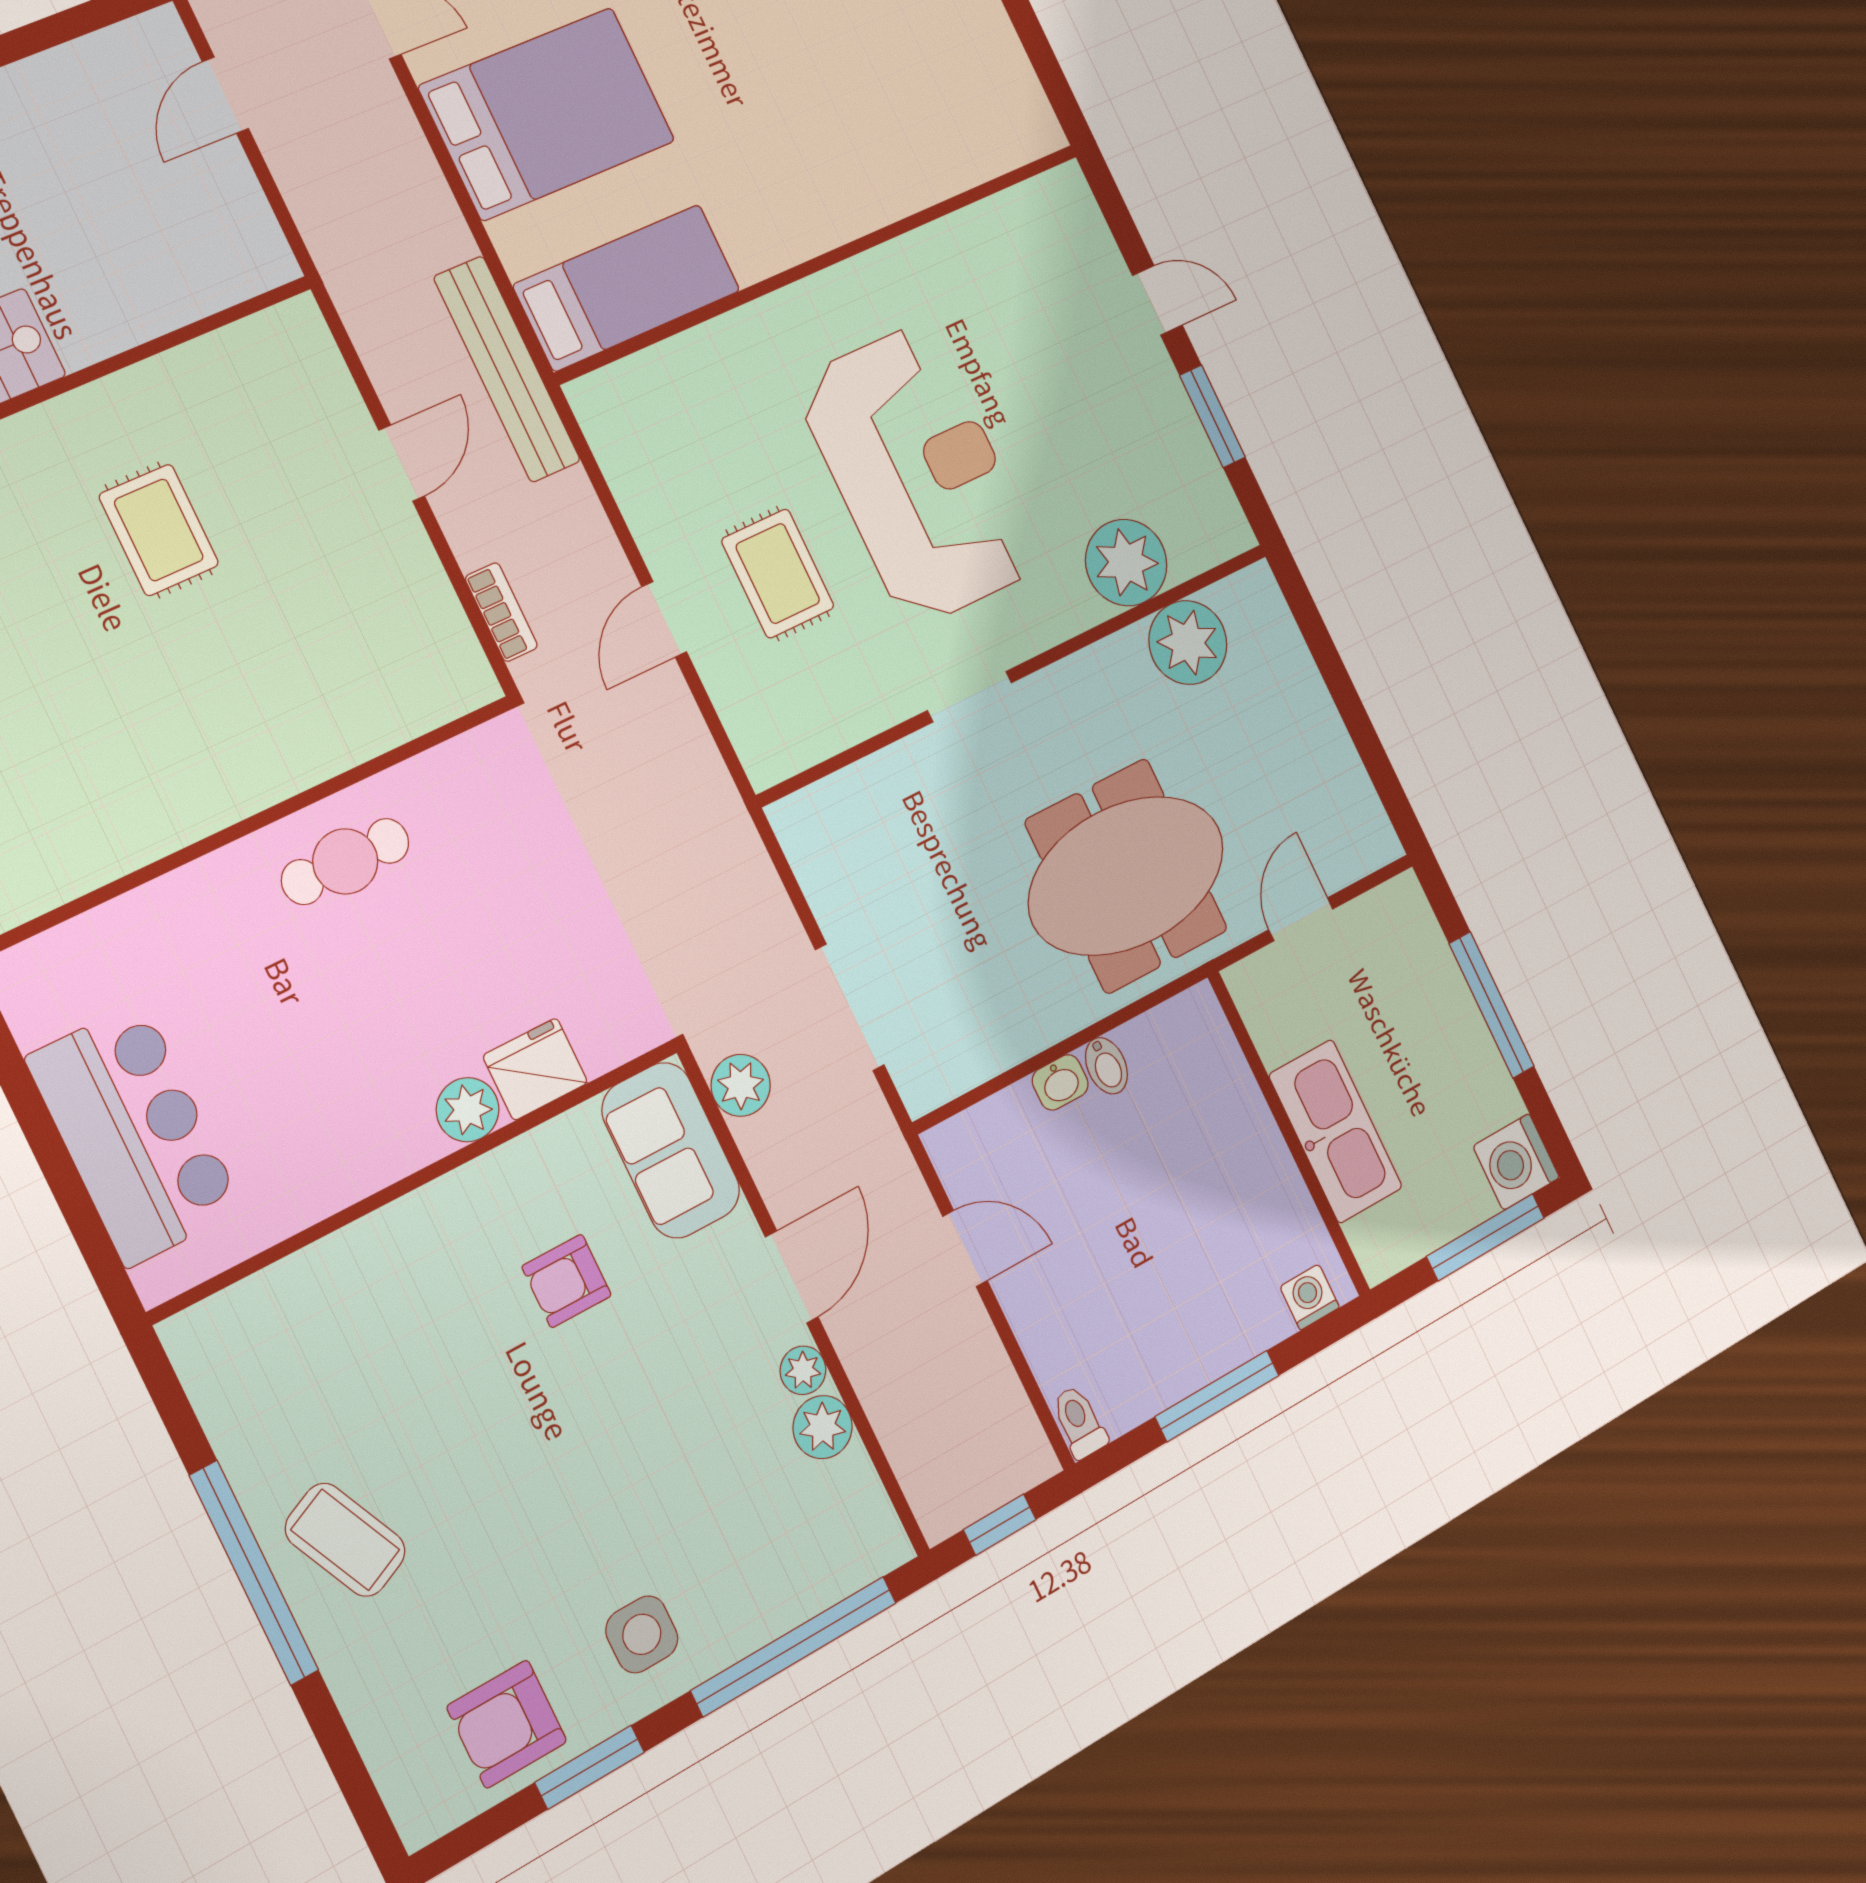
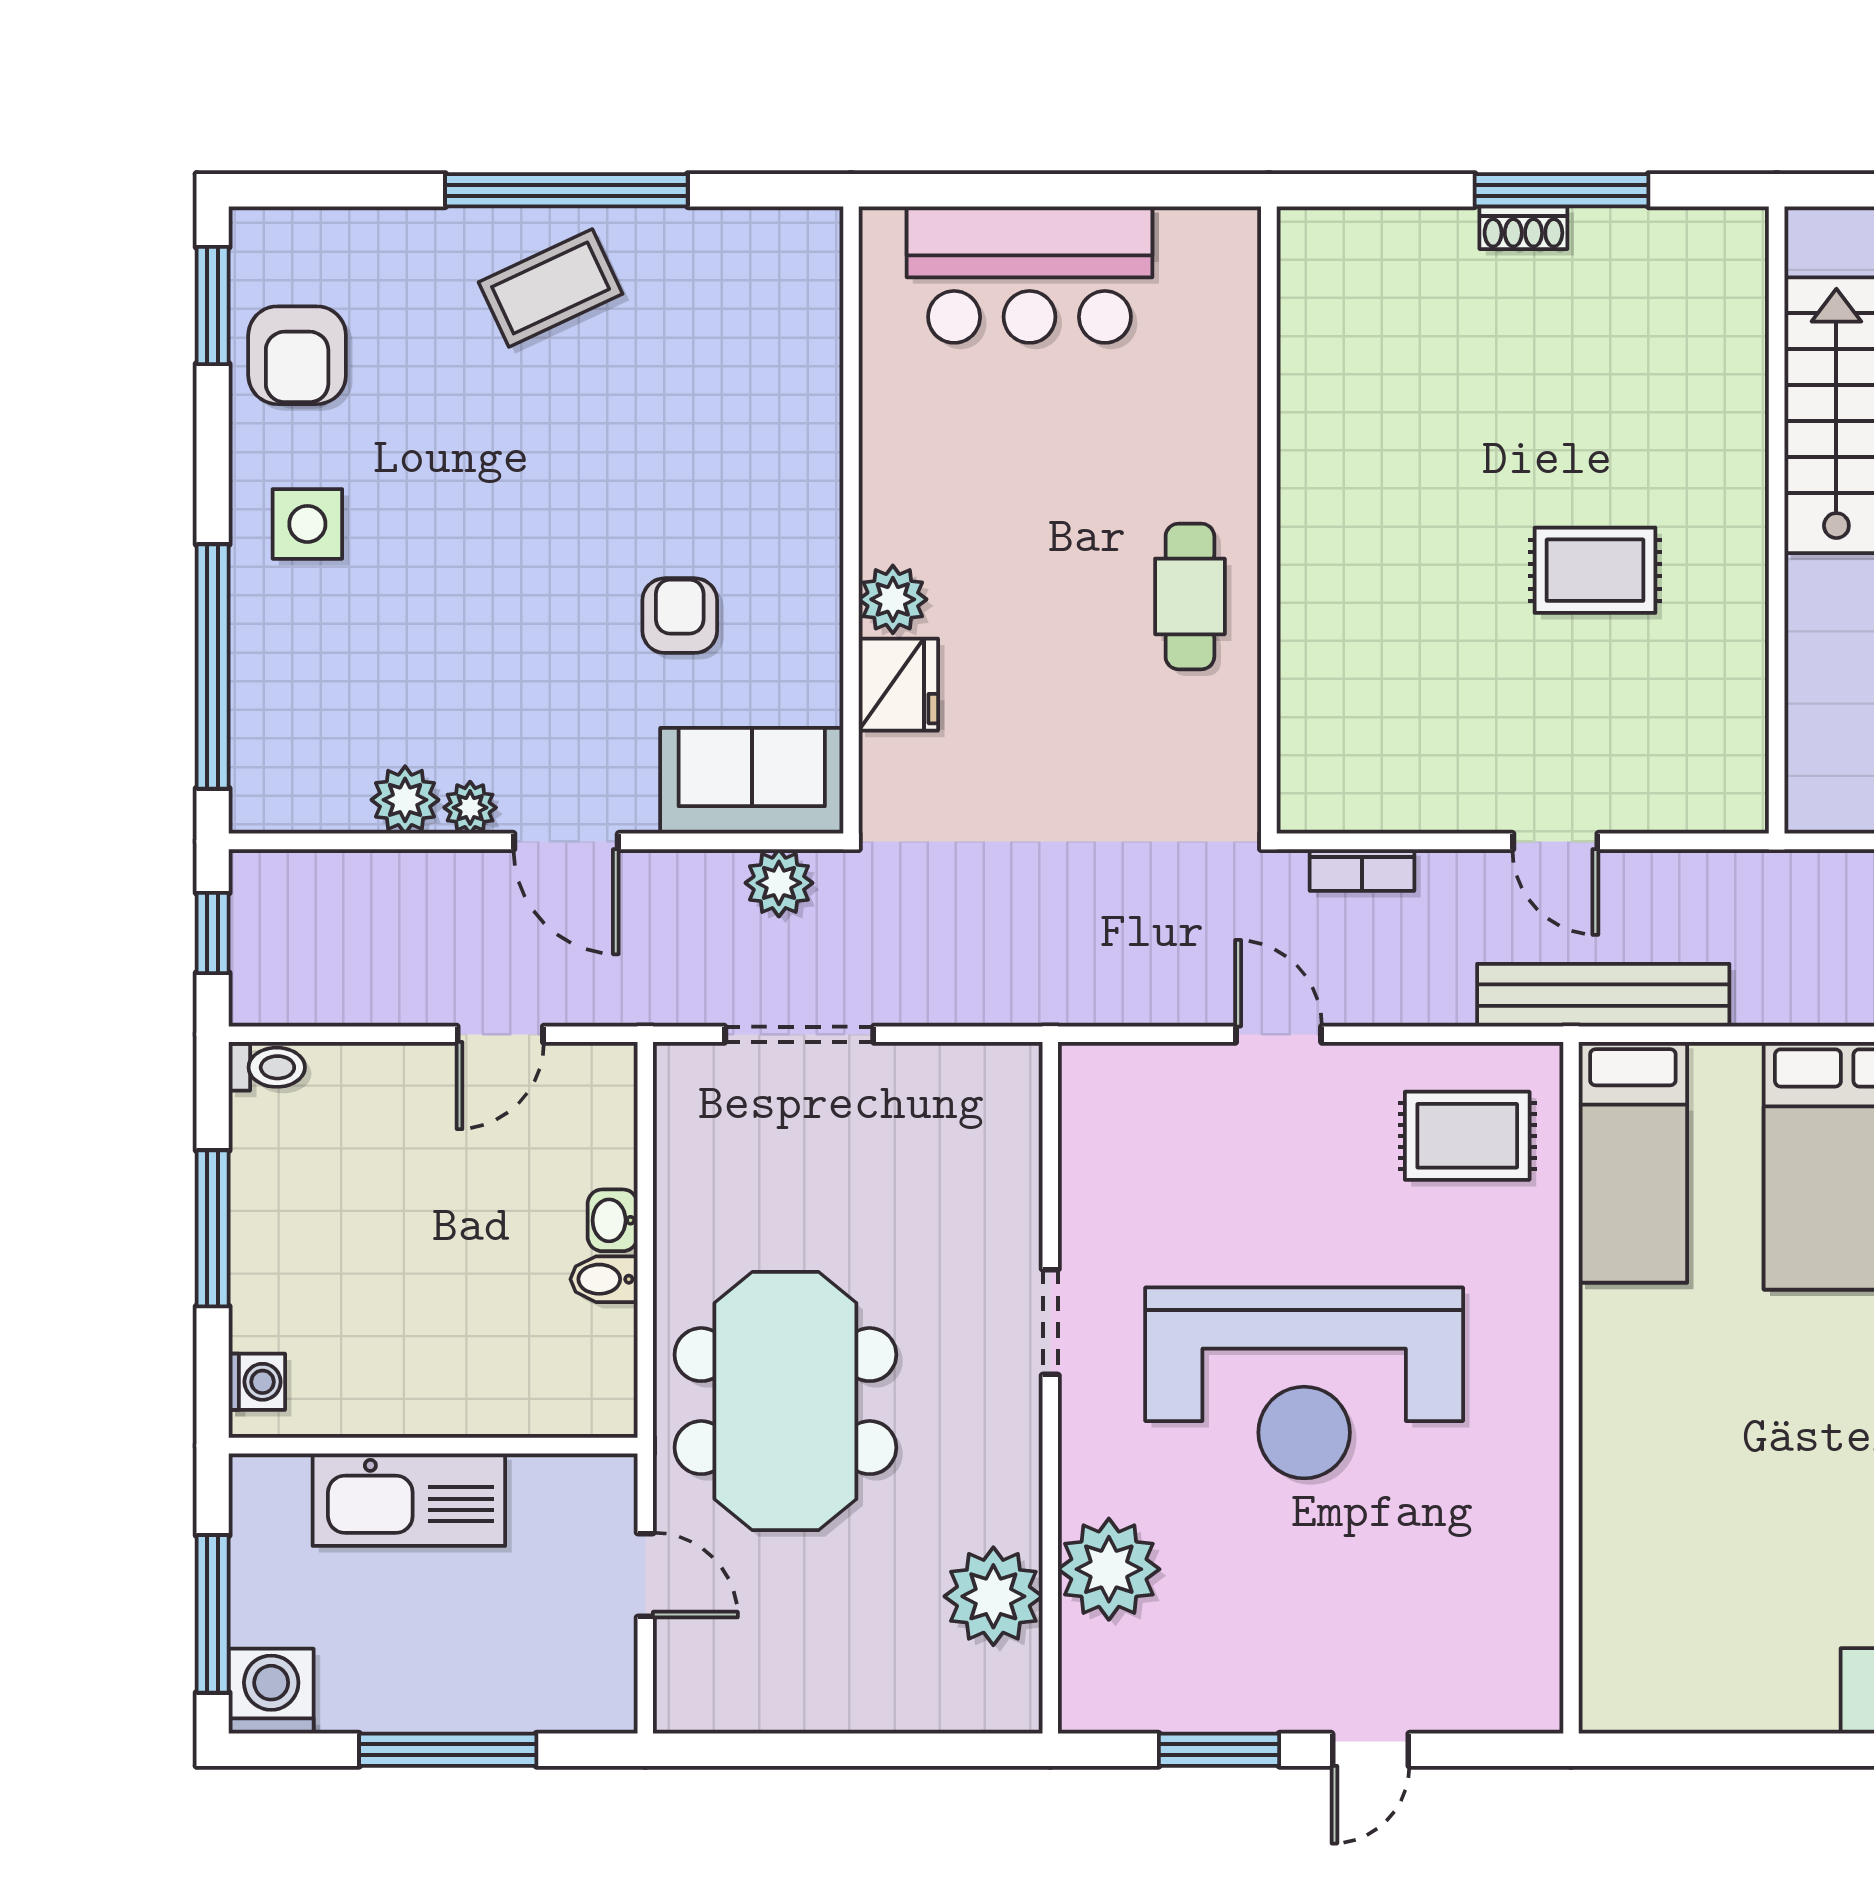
rug: (778, 573) -> (1467, 1136), moved
armchair: (507, 1724) -> (297, 355), turned 180
window: (590, 1767) -> (213, 305), moved

